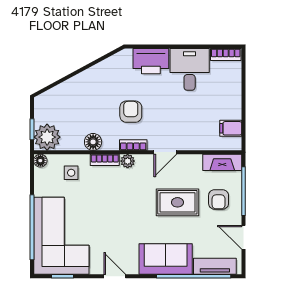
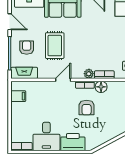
floor lamp: (93, 142) -> (101, 87), moved
rug: (177, 202) -> (55, 46), turned 90

